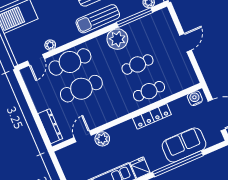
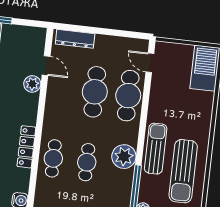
plant: (50, 45) -> (157, 86), removed

